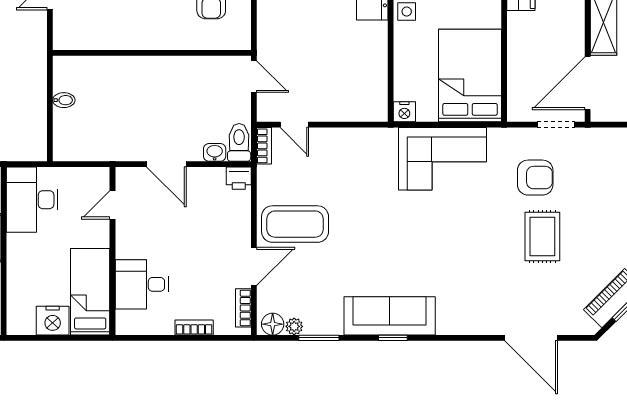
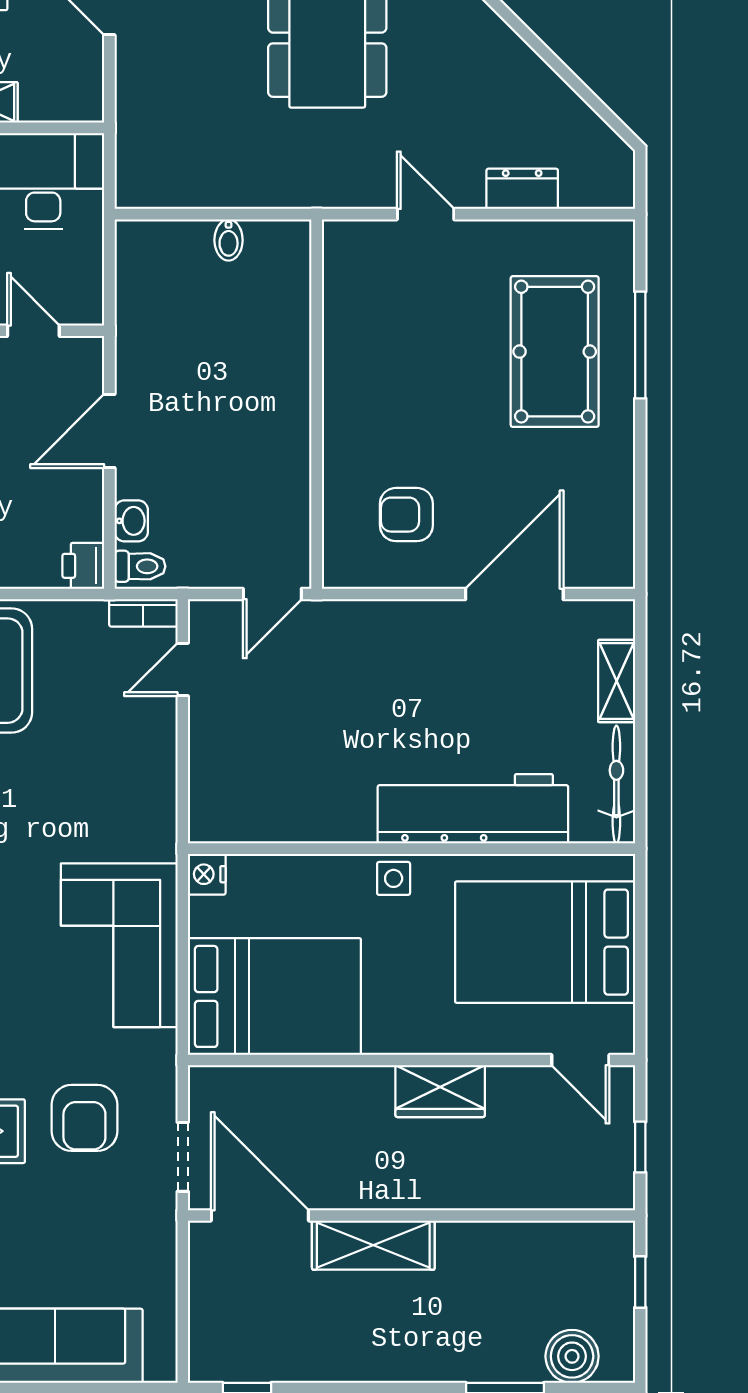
toilet: (239, 142) -> (140, 566), width x0.73, depth x0.72

